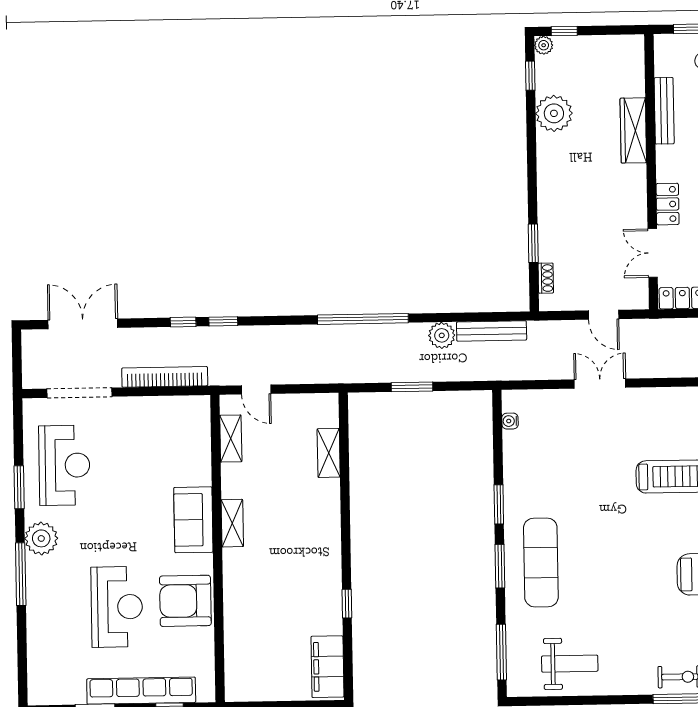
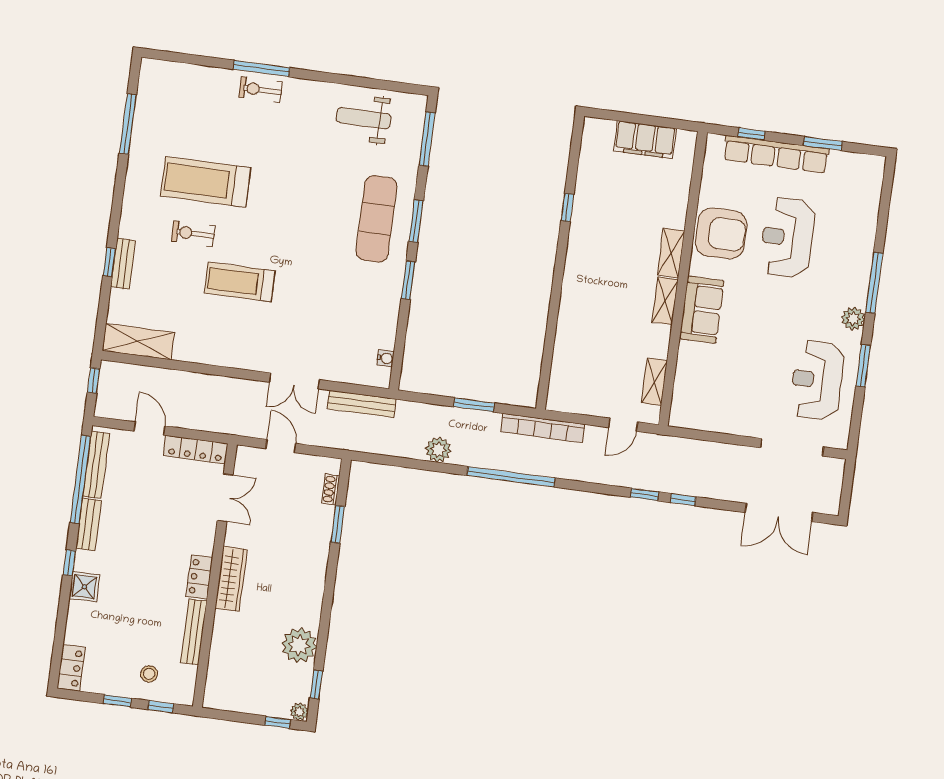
wardrobe: (633, 130) -> (231, 579), moved
locker: (668, 204) -> (199, 577), moved
bench: (492, 331) -> (362, 404), moved
bookcase: (165, 377) -> (543, 428), moved
door: (256, 390) -> (623, 425), swing flipped
shelving: (329, 453) -> (671, 253), moved
plant: (41, 538) -> (853, 319), width x0.73, depth x0.73
filing cabinet: (327, 667) -> (645, 140), moved, turned 90

